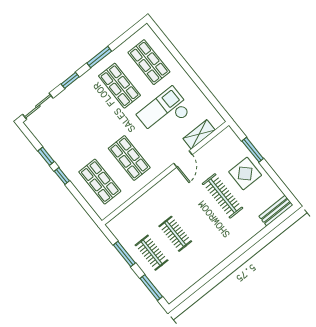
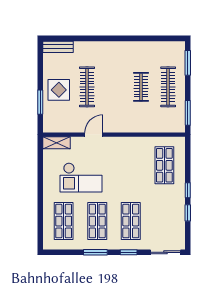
shelving: (199, 134) -> (57, 143), moved
shop shelf: (129, 158) -> (131, 221), moved
clothes rail: (152, 253) -> (168, 87), width x1.36
window: (124, 254) -> (188, 113), moved

